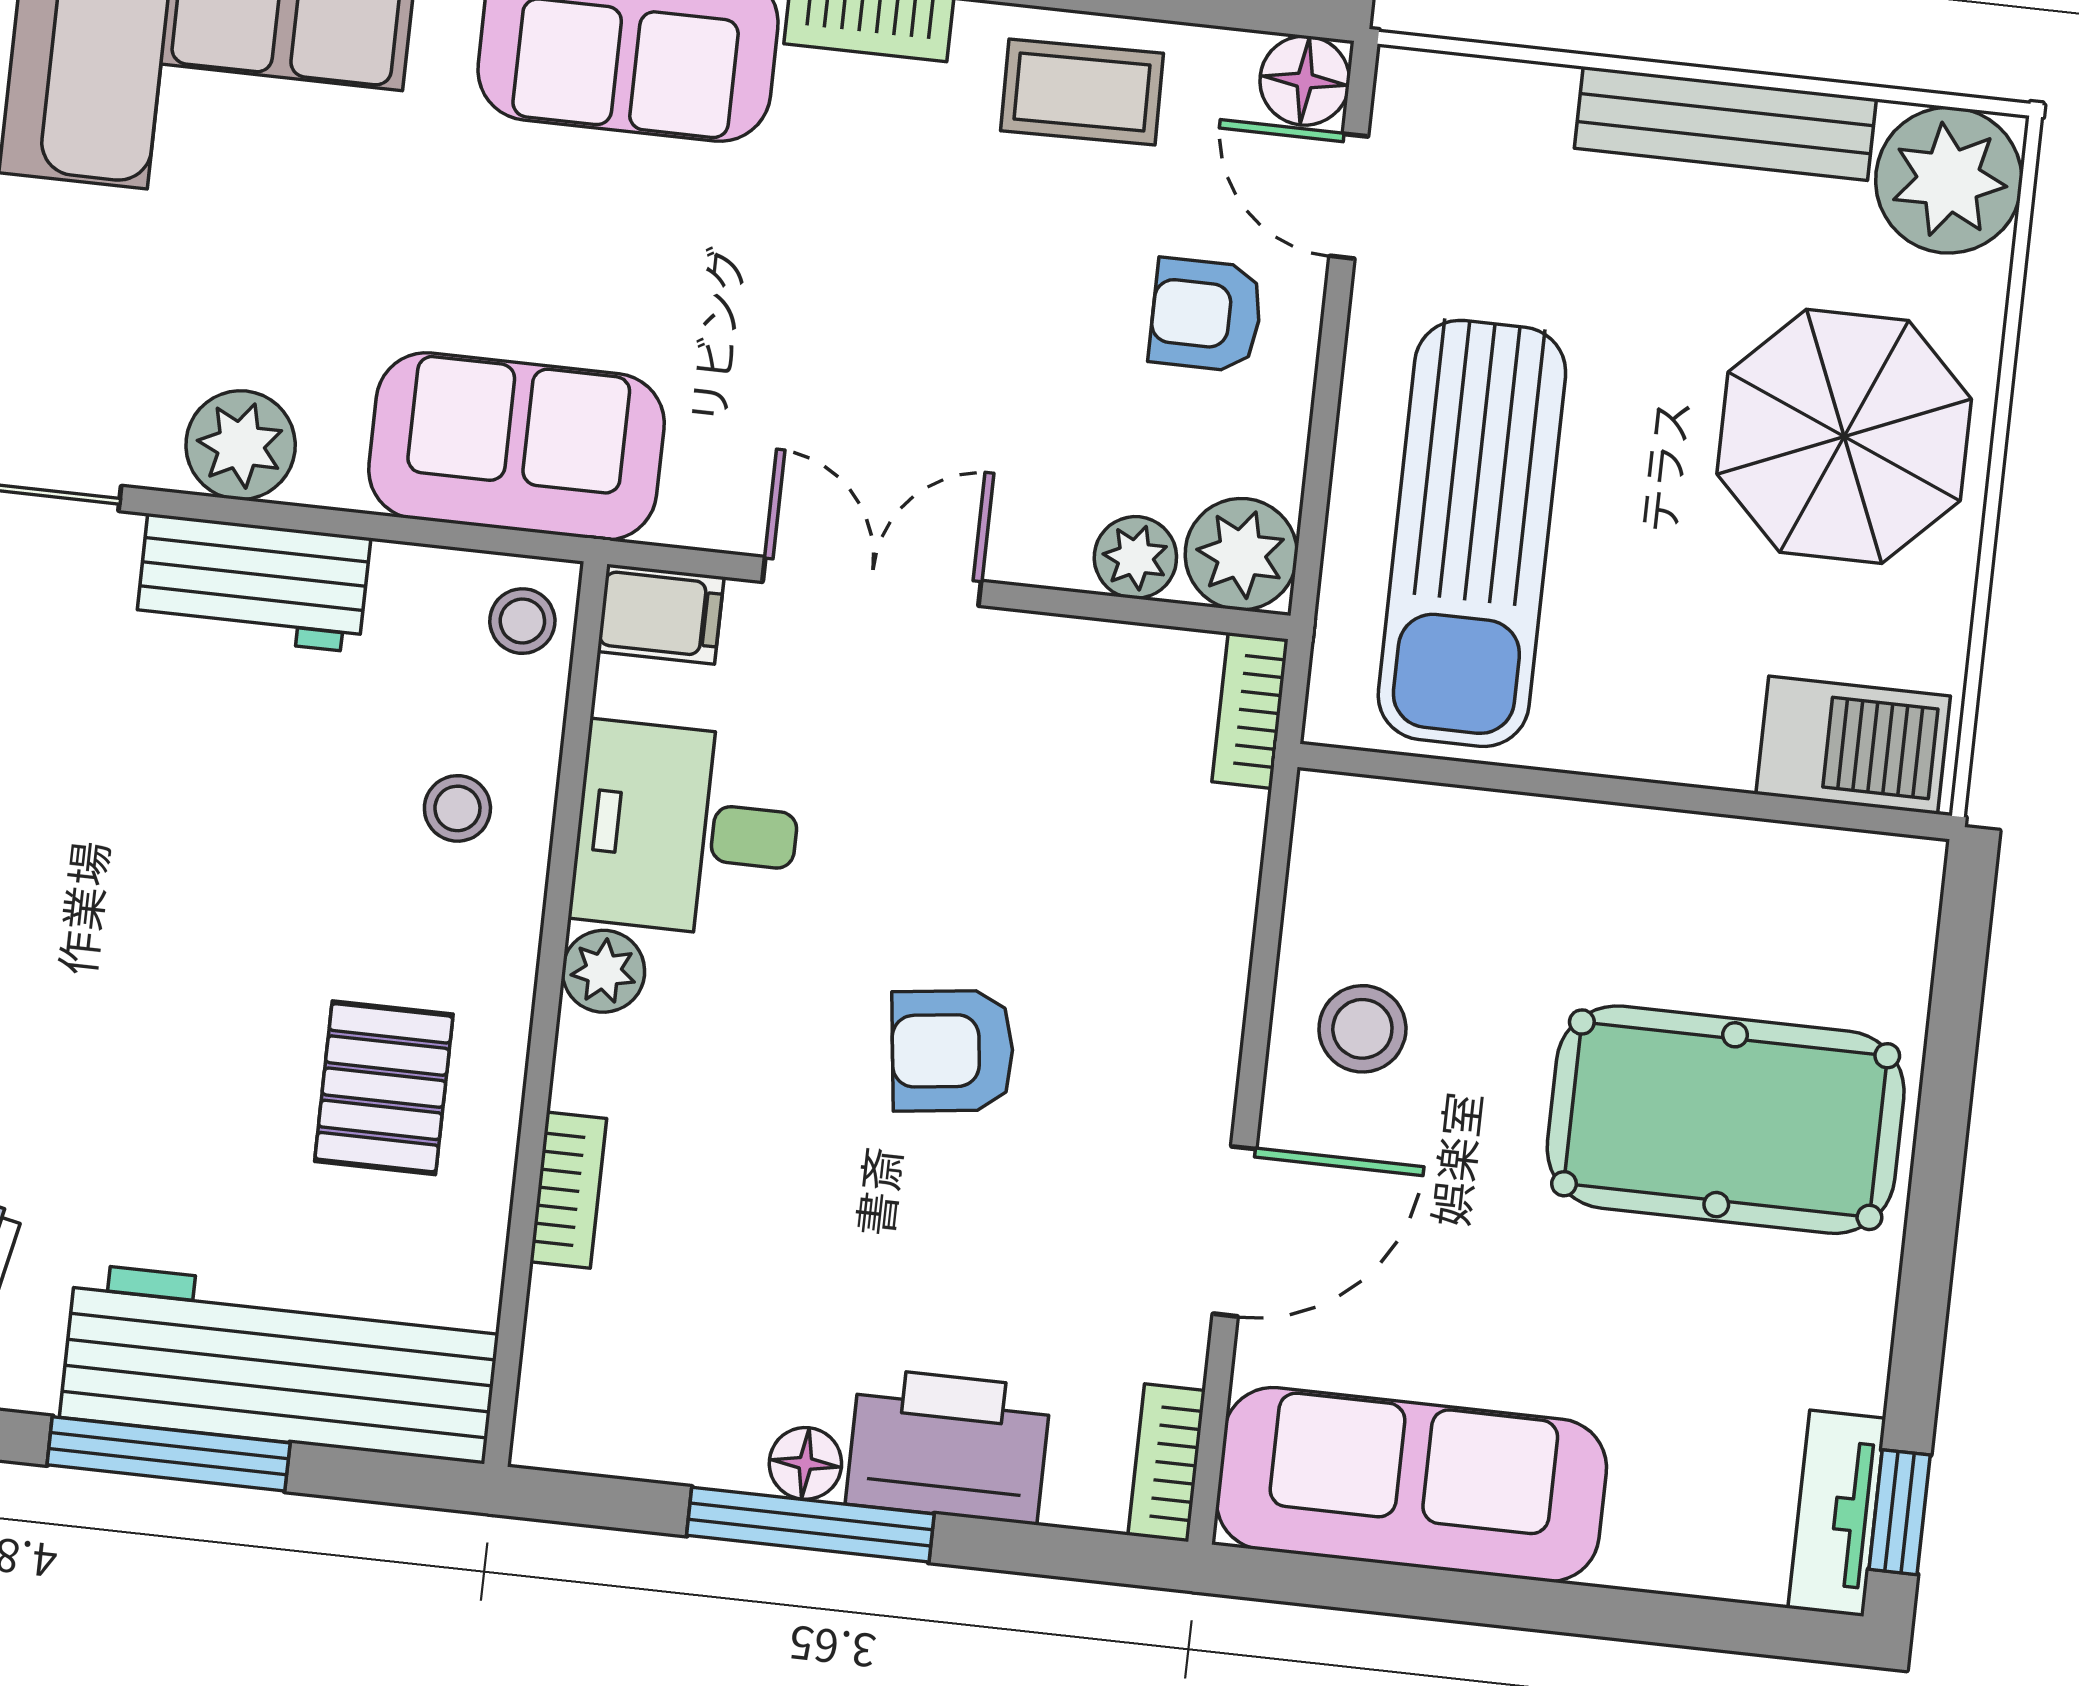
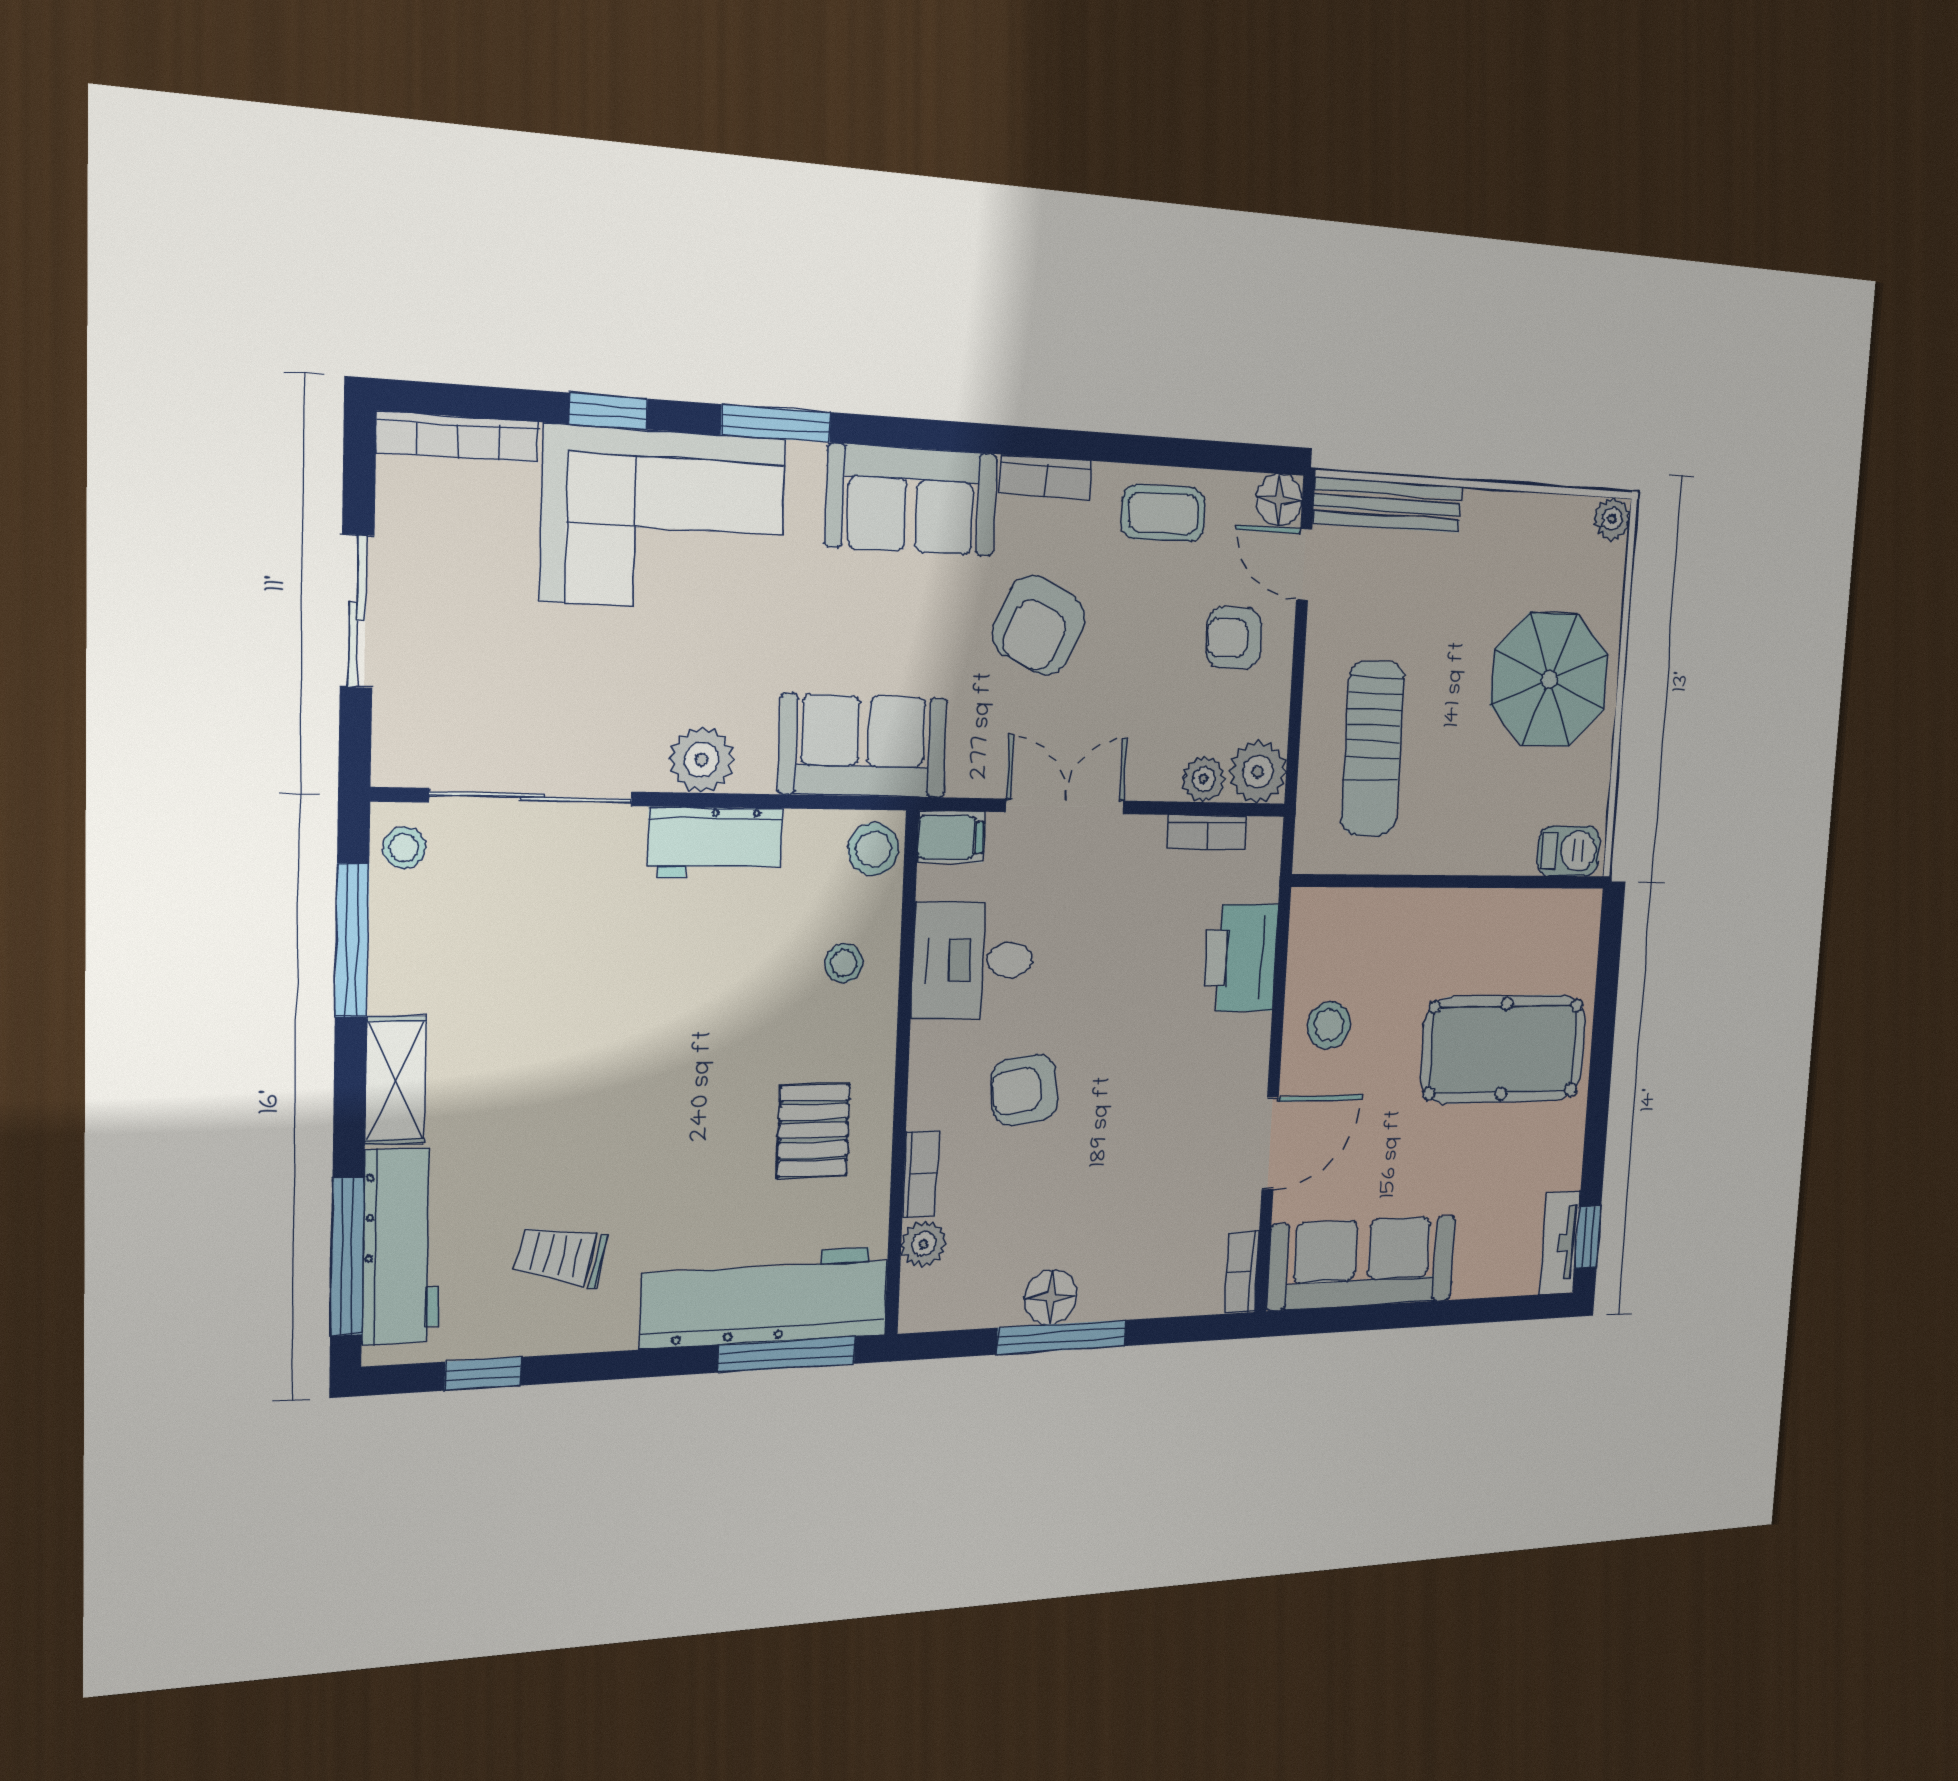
bench: (1725, 124) -> (1388, 505), moved
plant: (1949, 180) -> (1612, 519), width x0.53, depth x0.53
armchair: (842, 268) -> (1039, 625), added
sun lounger: (1472, 533) -> (1373, 749), width x0.73, depth x0.75
stool: (522, 621) -> (873, 849), width x1.37, depth x1.37
bookcase: (1250, 710) -> (1207, 832), moved, turned -90
barbecue: (1853, 745) -> (1569, 851), width x0.73, depth x0.79
plant: (603, 971) -> (924, 1244), moved
armchair: (953, 1051) -> (1024, 1090), moved
printer: (948, 1446) -> (1240, 958), moved, turned -90
window: (169, 1454) -> (787, 1354), moved
floor lamp: (805, 1463) -> (1051, 1297), width x1.37, depth x1.37

